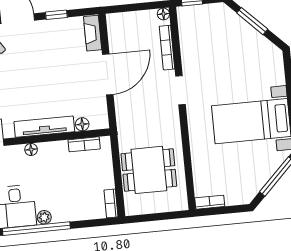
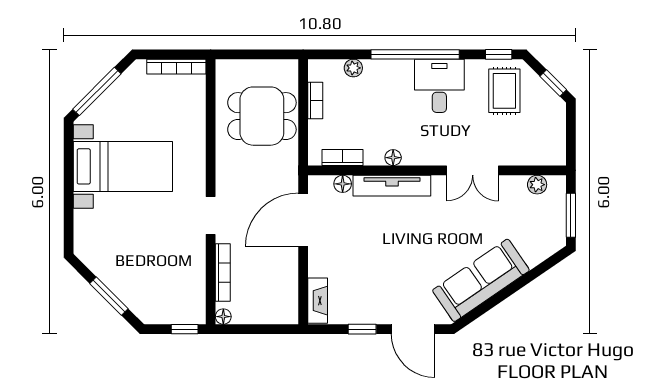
door: (108, 74) -> (303, 220), moved
floor lamp: (31, 149) -> (393, 158), moved
bookcase: (210, 202) -> (176, 67), width x1.56
bookcase: (111, 203) -> (315, 100), moved
plant: (44, 217) -> (353, 68), moved

